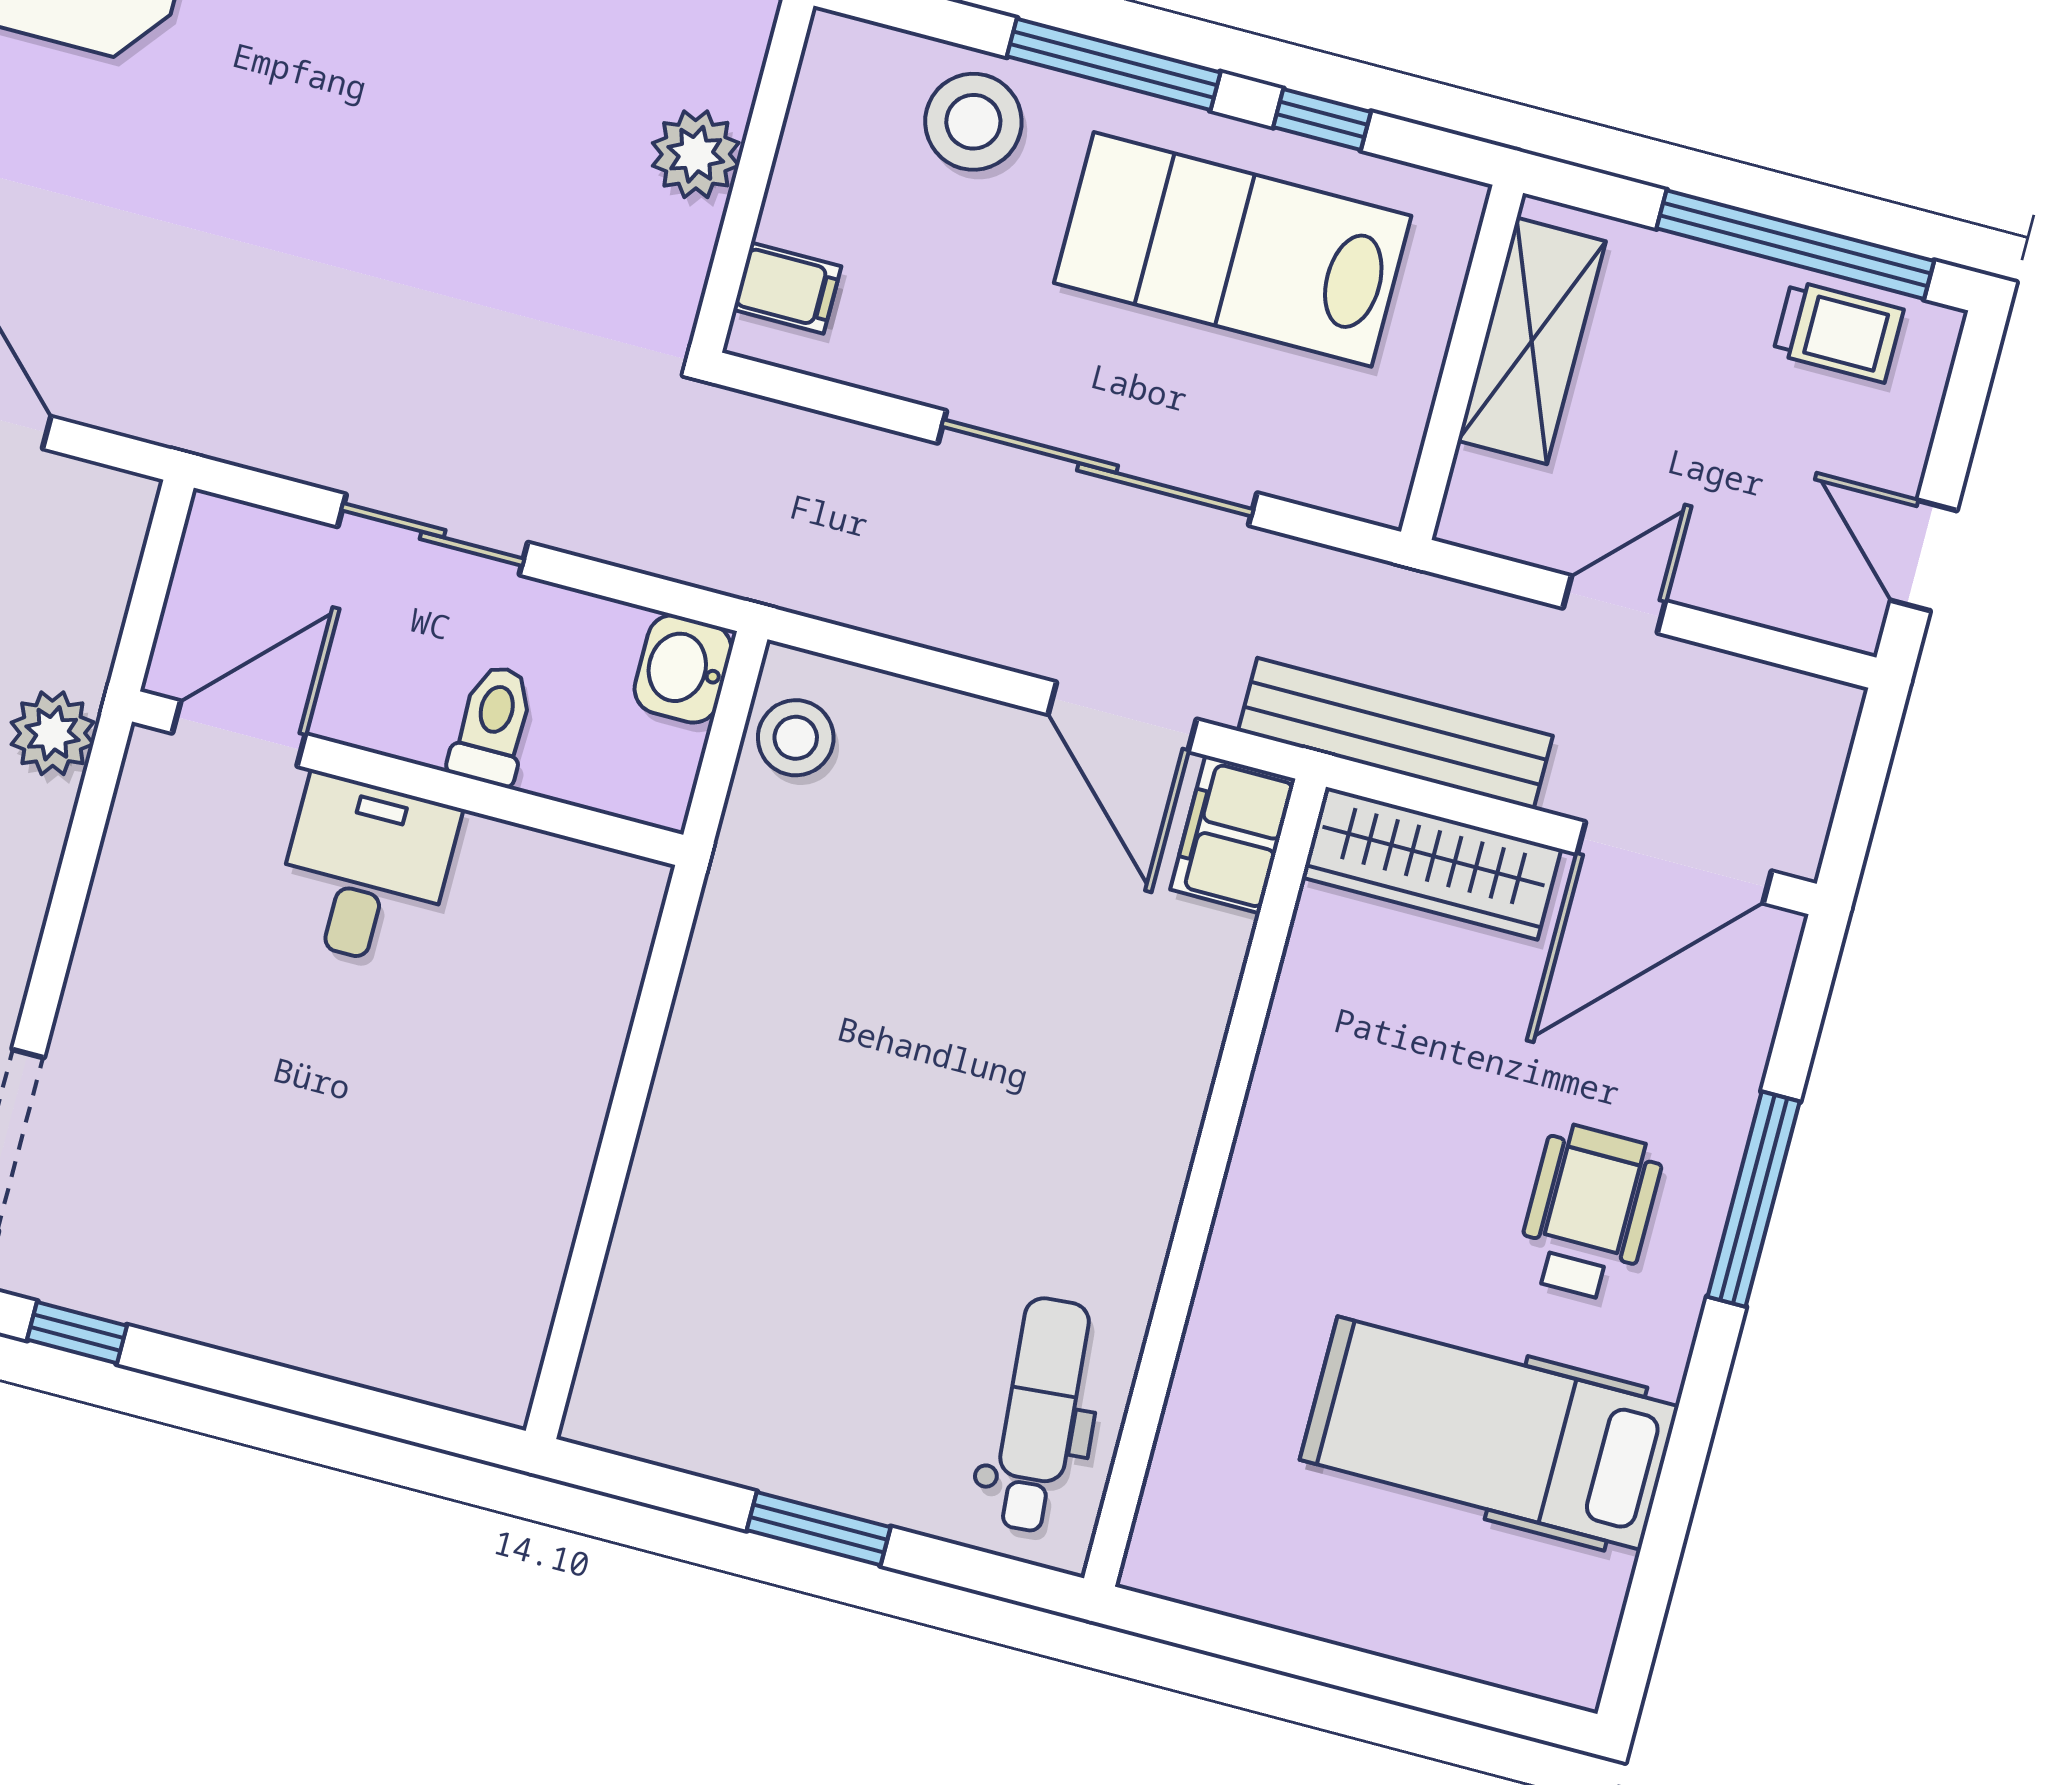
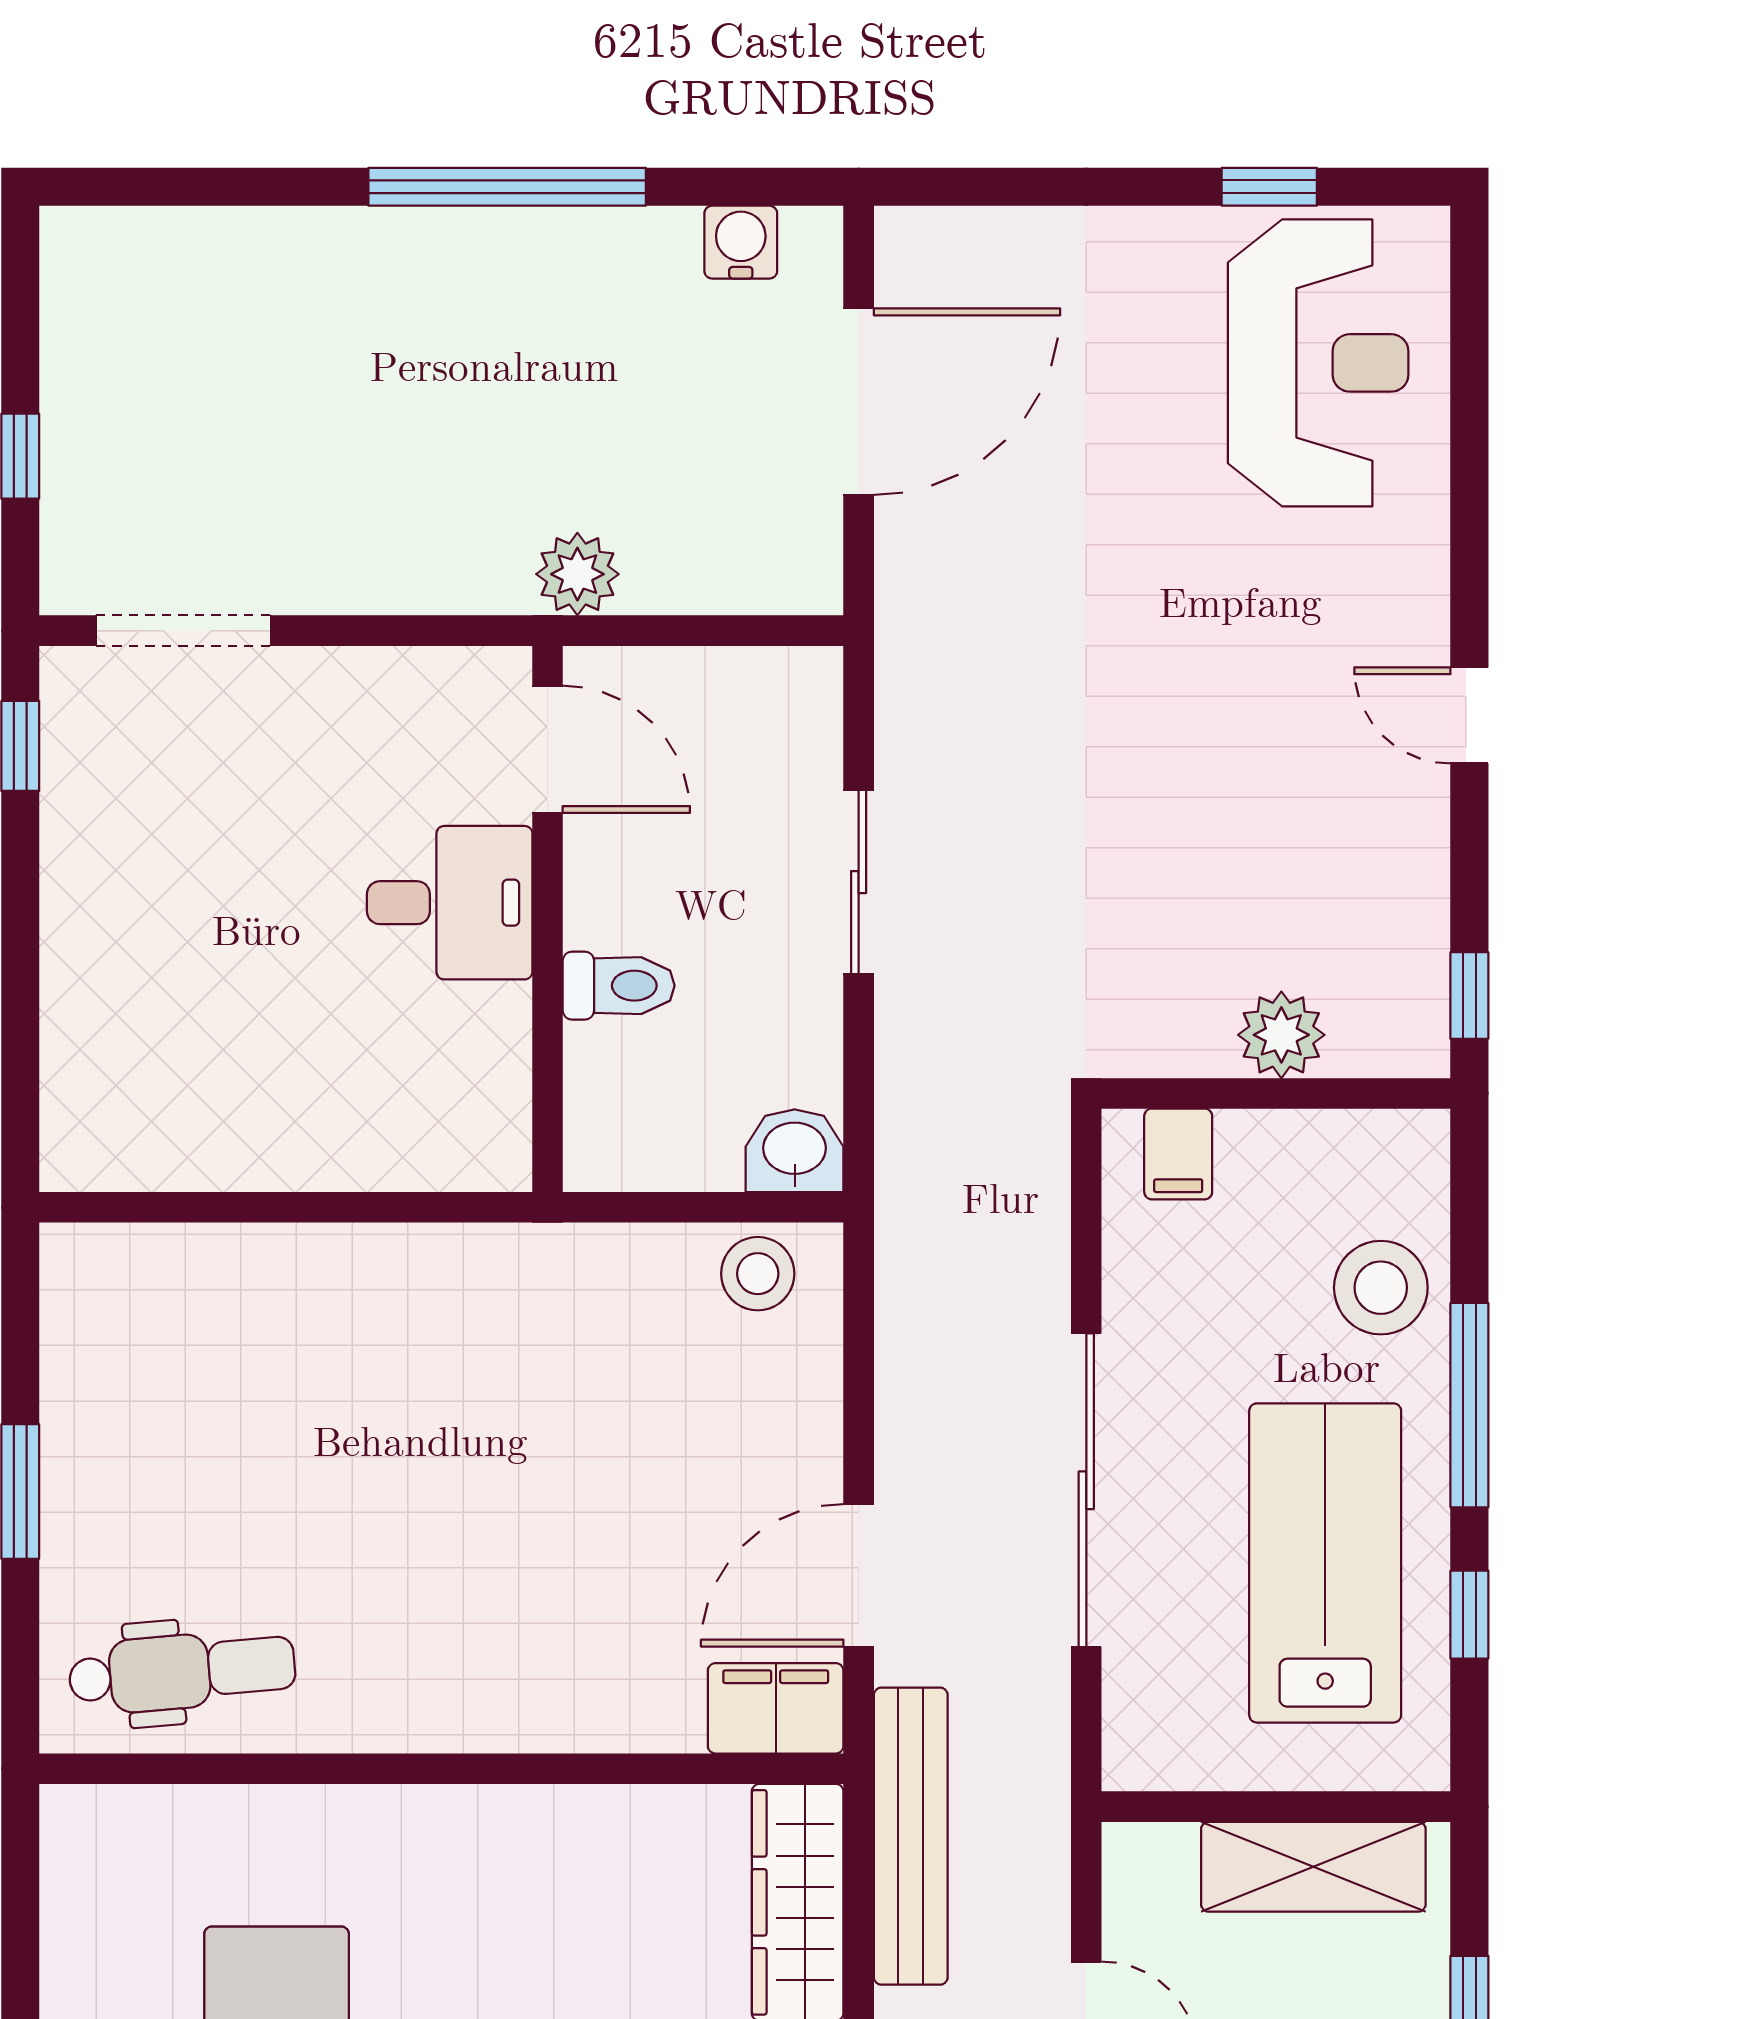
toilet: (493, 725) -> (619, 986), moved
door: (239, 734) -> (548, 749), moved
wall: (408, 778) -> (548, 919), moved
desk: (366, 871) -> (450, 903), moved

